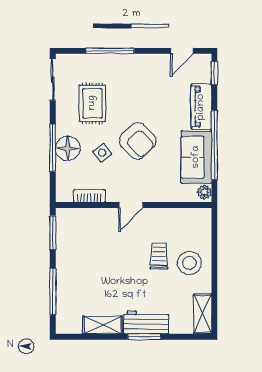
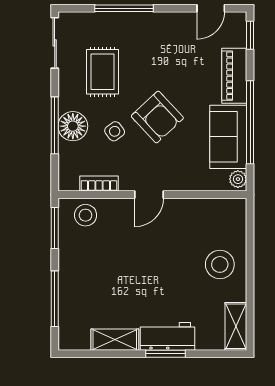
stool: (78, 222) -> (86, 215), added
trolley: (159, 256) -> (183, 256), removed

